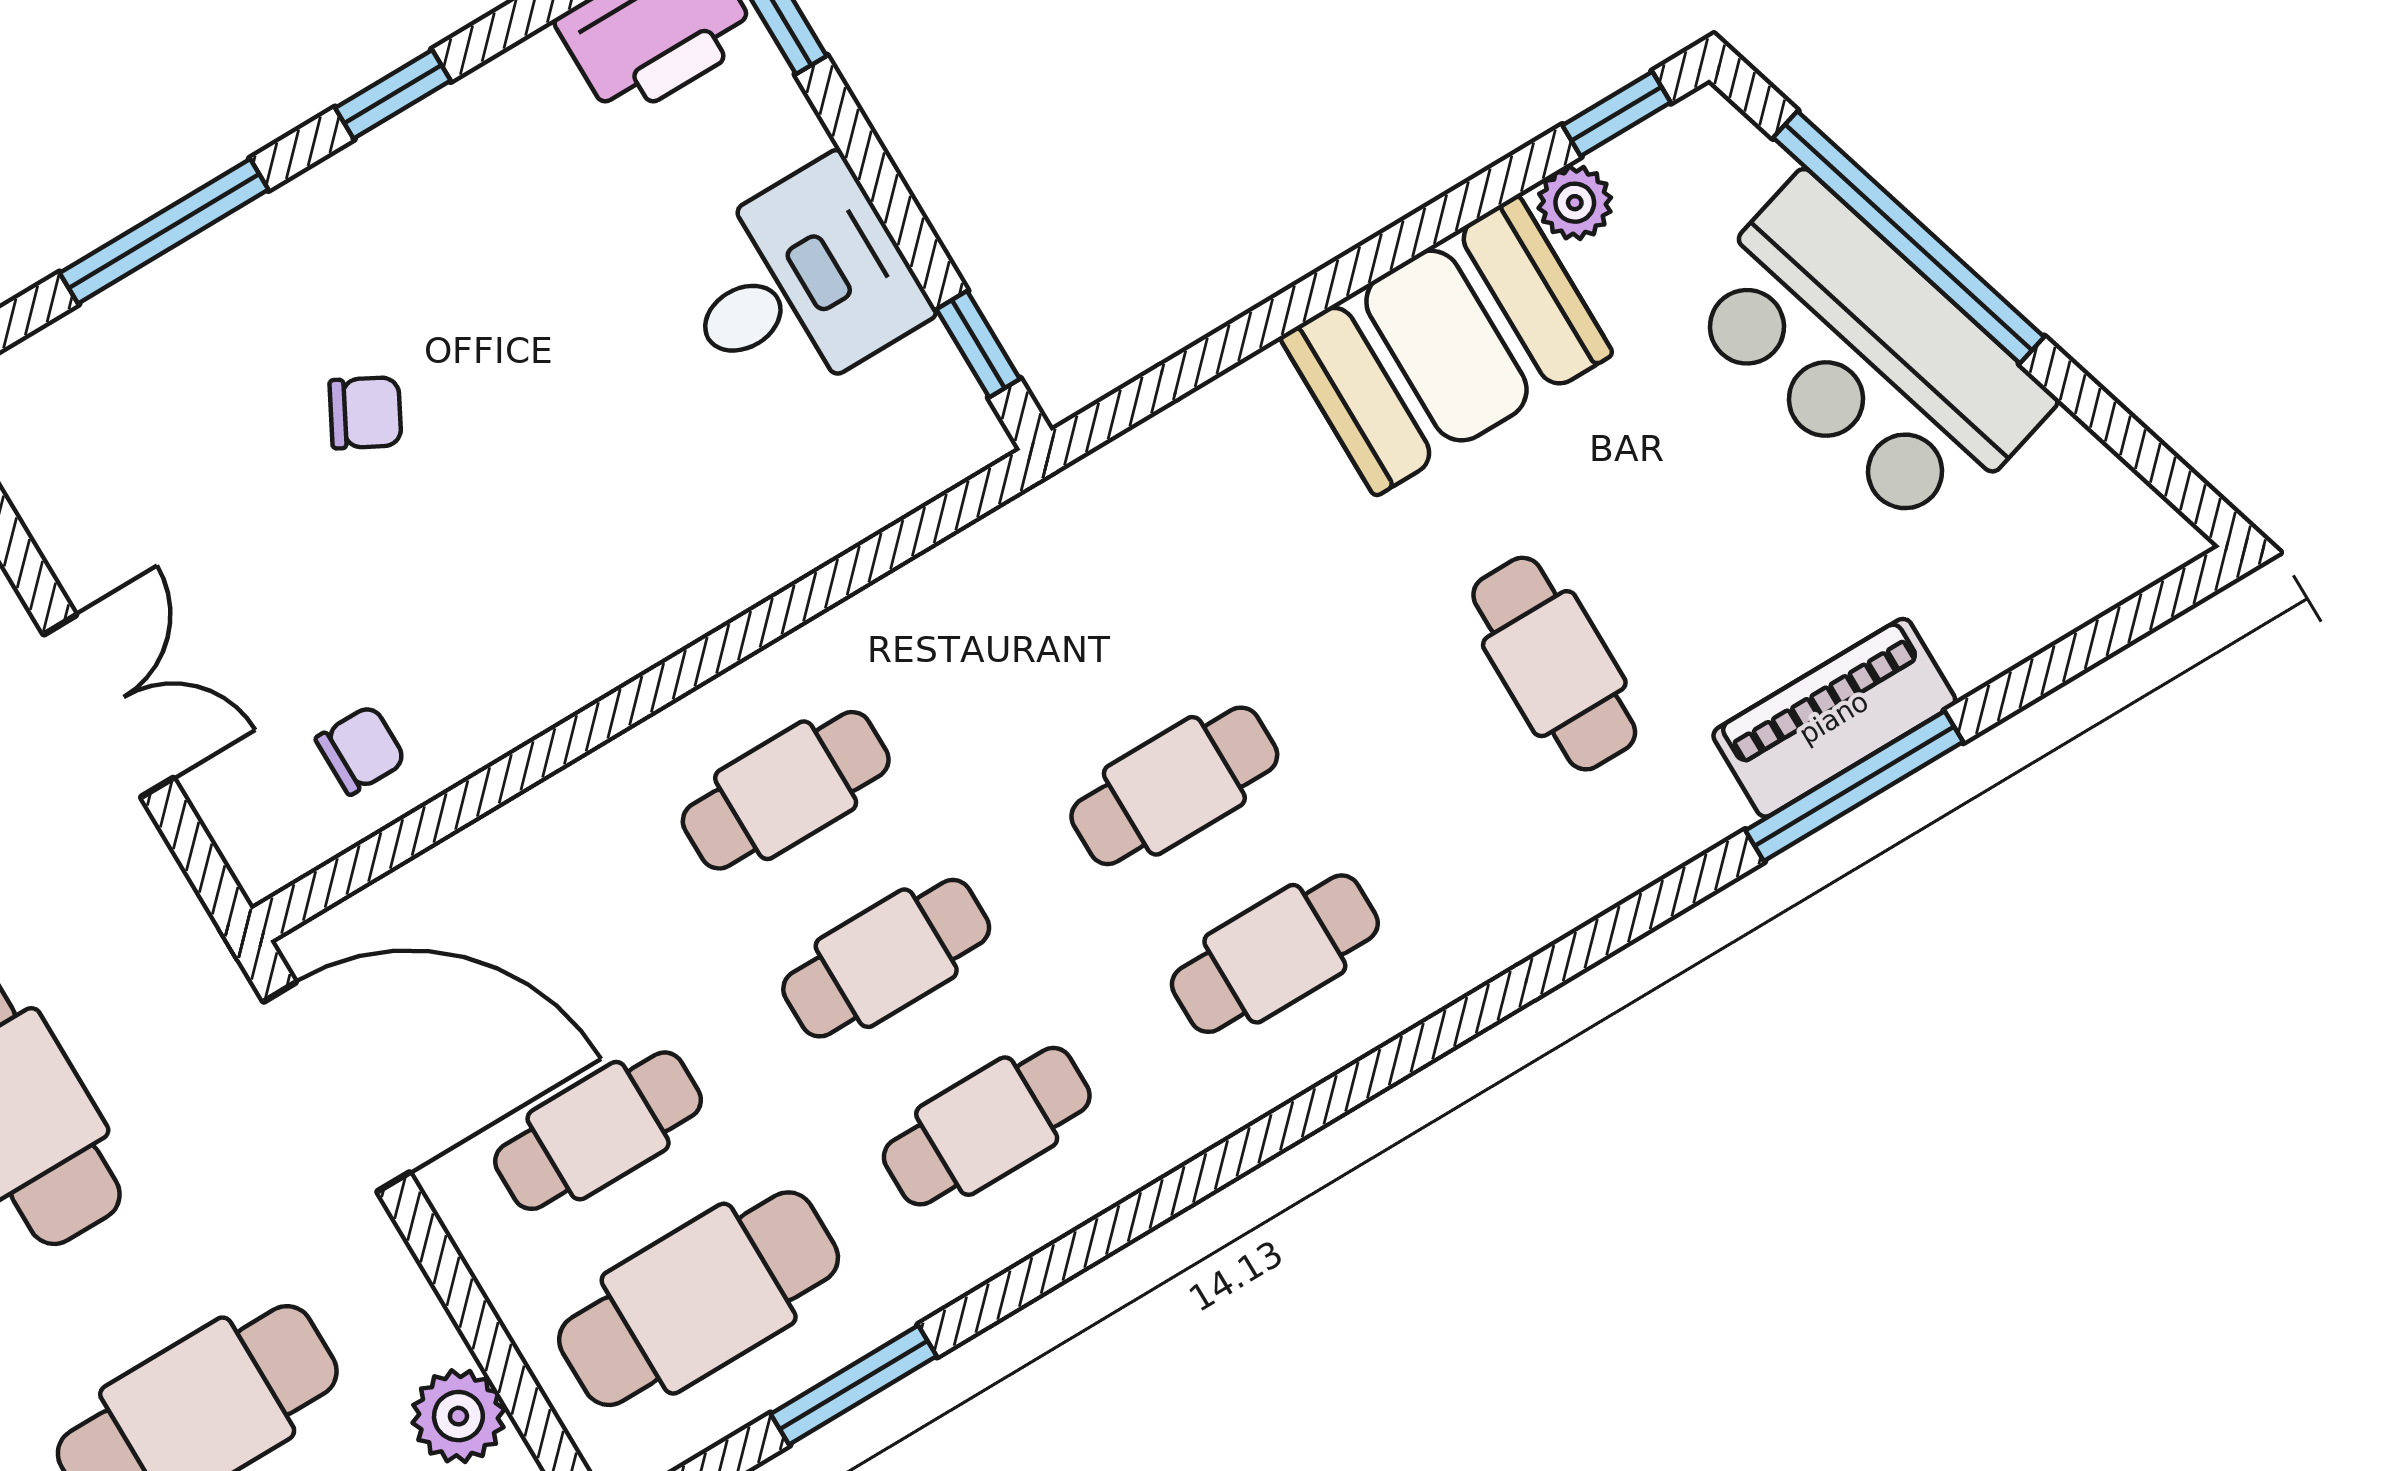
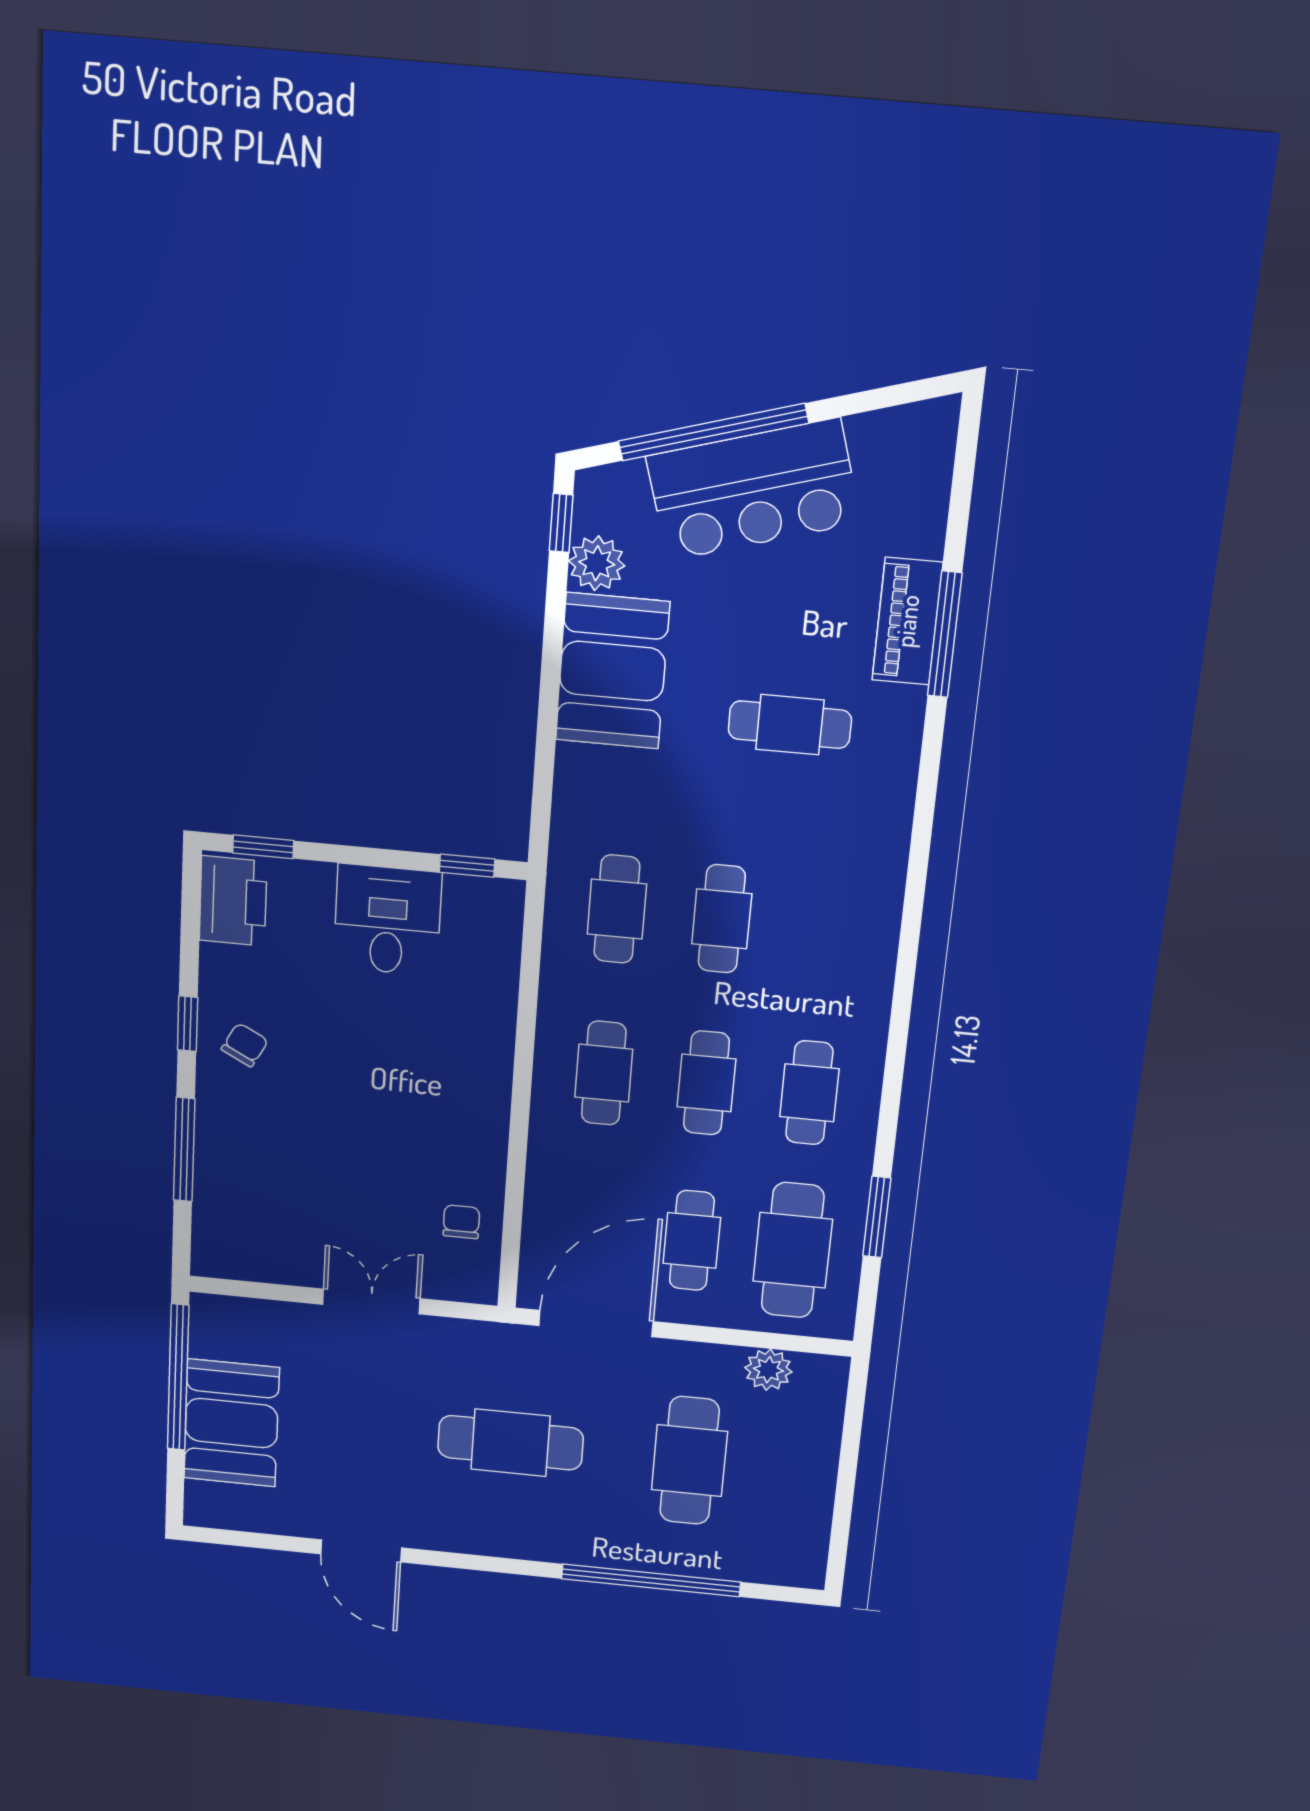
plant: (1575, 203) -> (597, 563), width x1.38, depth x1.38
chair: (365, 413) -> (245, 1045), moved
cafe table: (1275, 954) -> (617, 909), moved

